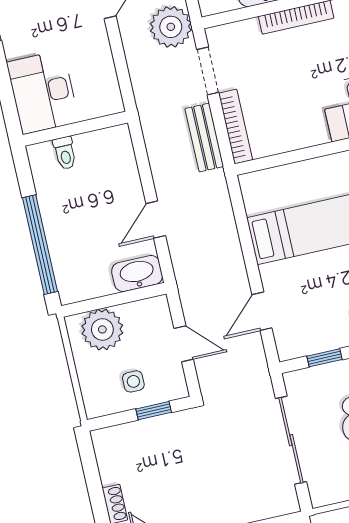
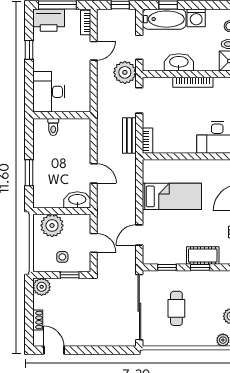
bookcase: (236, 127) -> (147, 141), width x0.64
door: (156, 220) -> (94, 173), swing flipped
window: (40, 245) -> (29, 173), width x0.47
sliding door: (291, 440) -> (139, 307), width x1.36
plant: (108, 443) -> (42, 287), added

